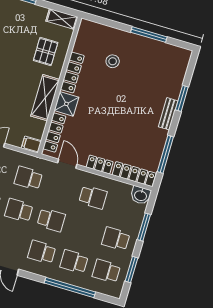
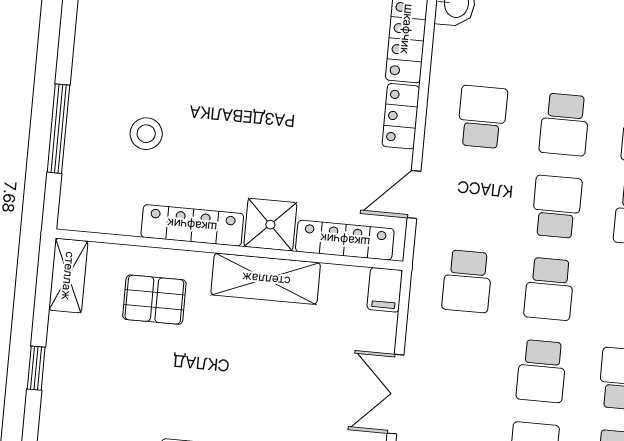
window: (149, 35) -> (58, 129), moved
school desk: (116, 239) -> (564, 124), moved

